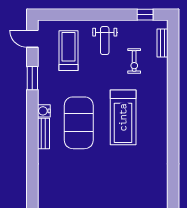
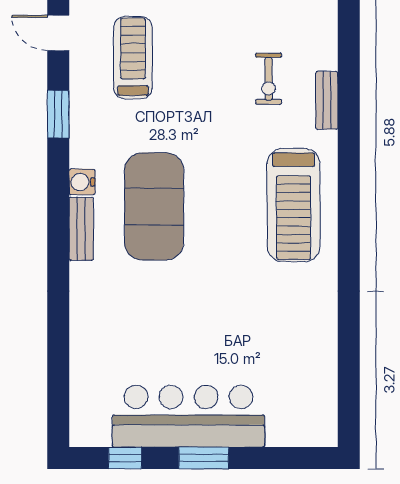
weight bench: (105, 41) -> (208, 37), removed
bench: (162, 43) -> (327, 100), moved
treadmill: (123, 117) -> (293, 205), moved

